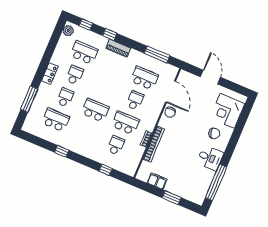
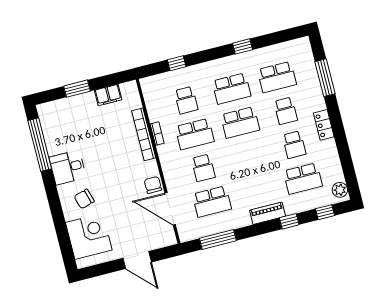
school desk: (86, 133) -> (231, 89), added

